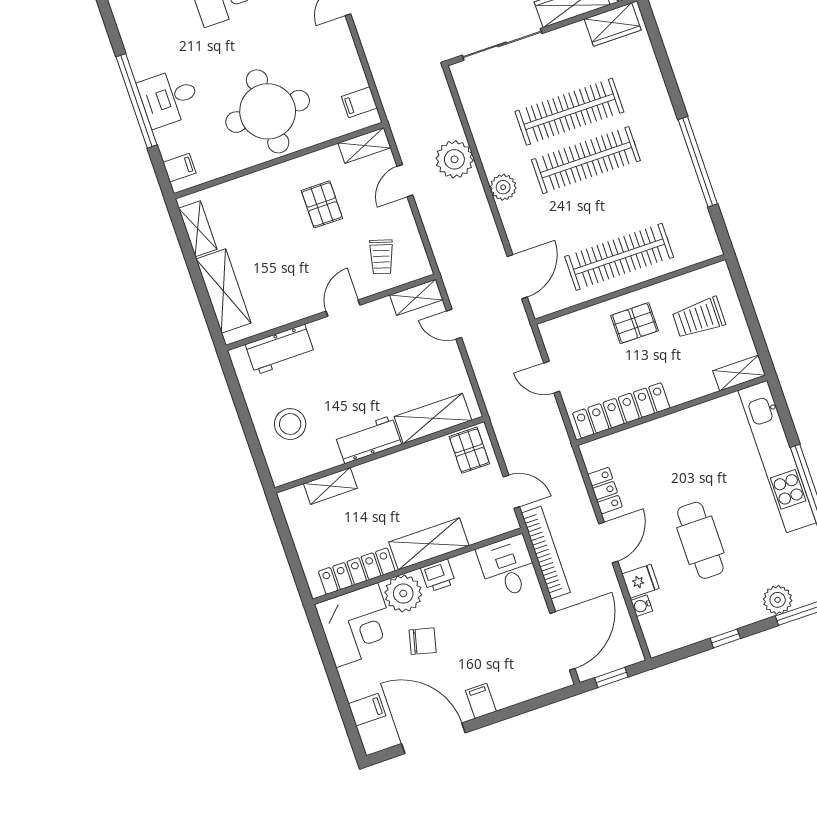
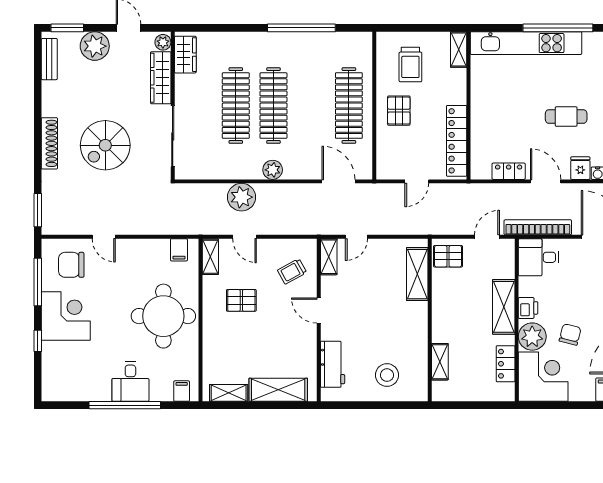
trolley: (381, 257) -> (292, 271), turned 134
workbench: (368, 440) -> (416, 324), removed
cafe table: (700, 540) -> (566, 117), width x0.73, depth x0.74
locker: (357, 571) -> (506, 364), width x0.66

